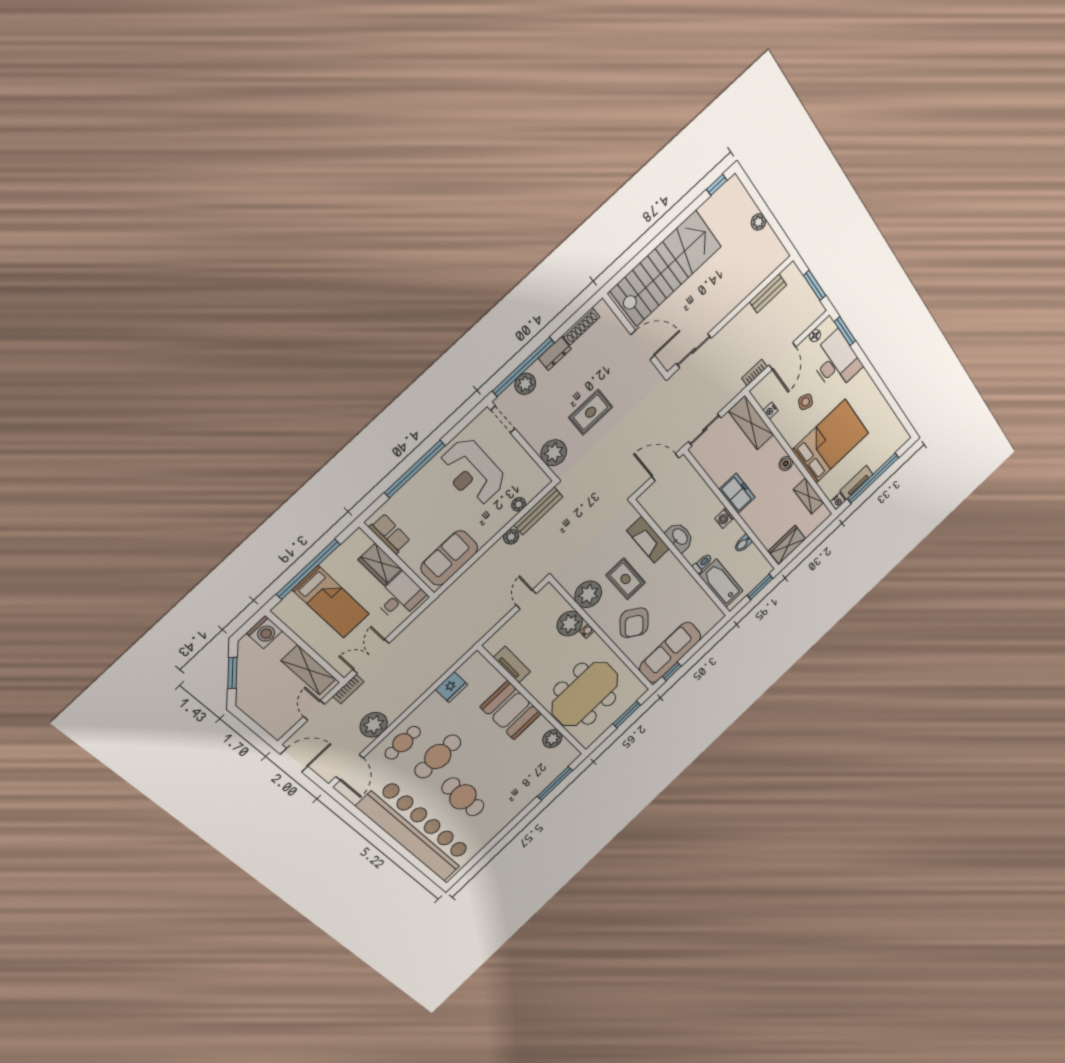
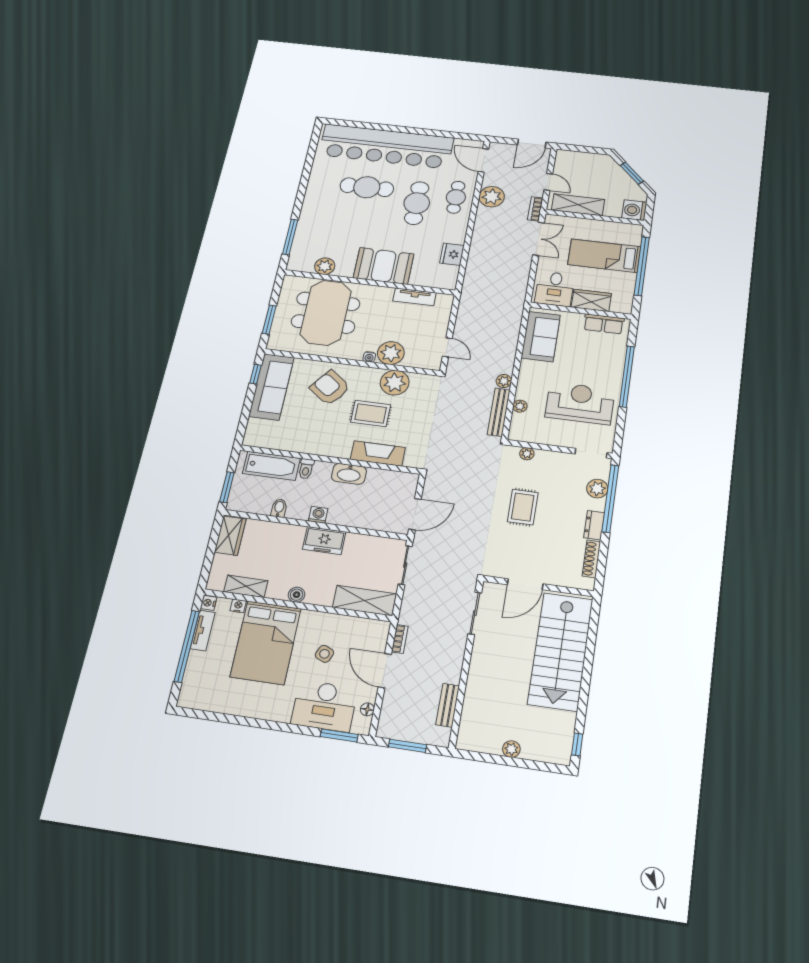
nightstand: (770, 411) -> (238, 606), moved
plant: (554, 453) -> (527, 454), width x0.53, depth x0.53

